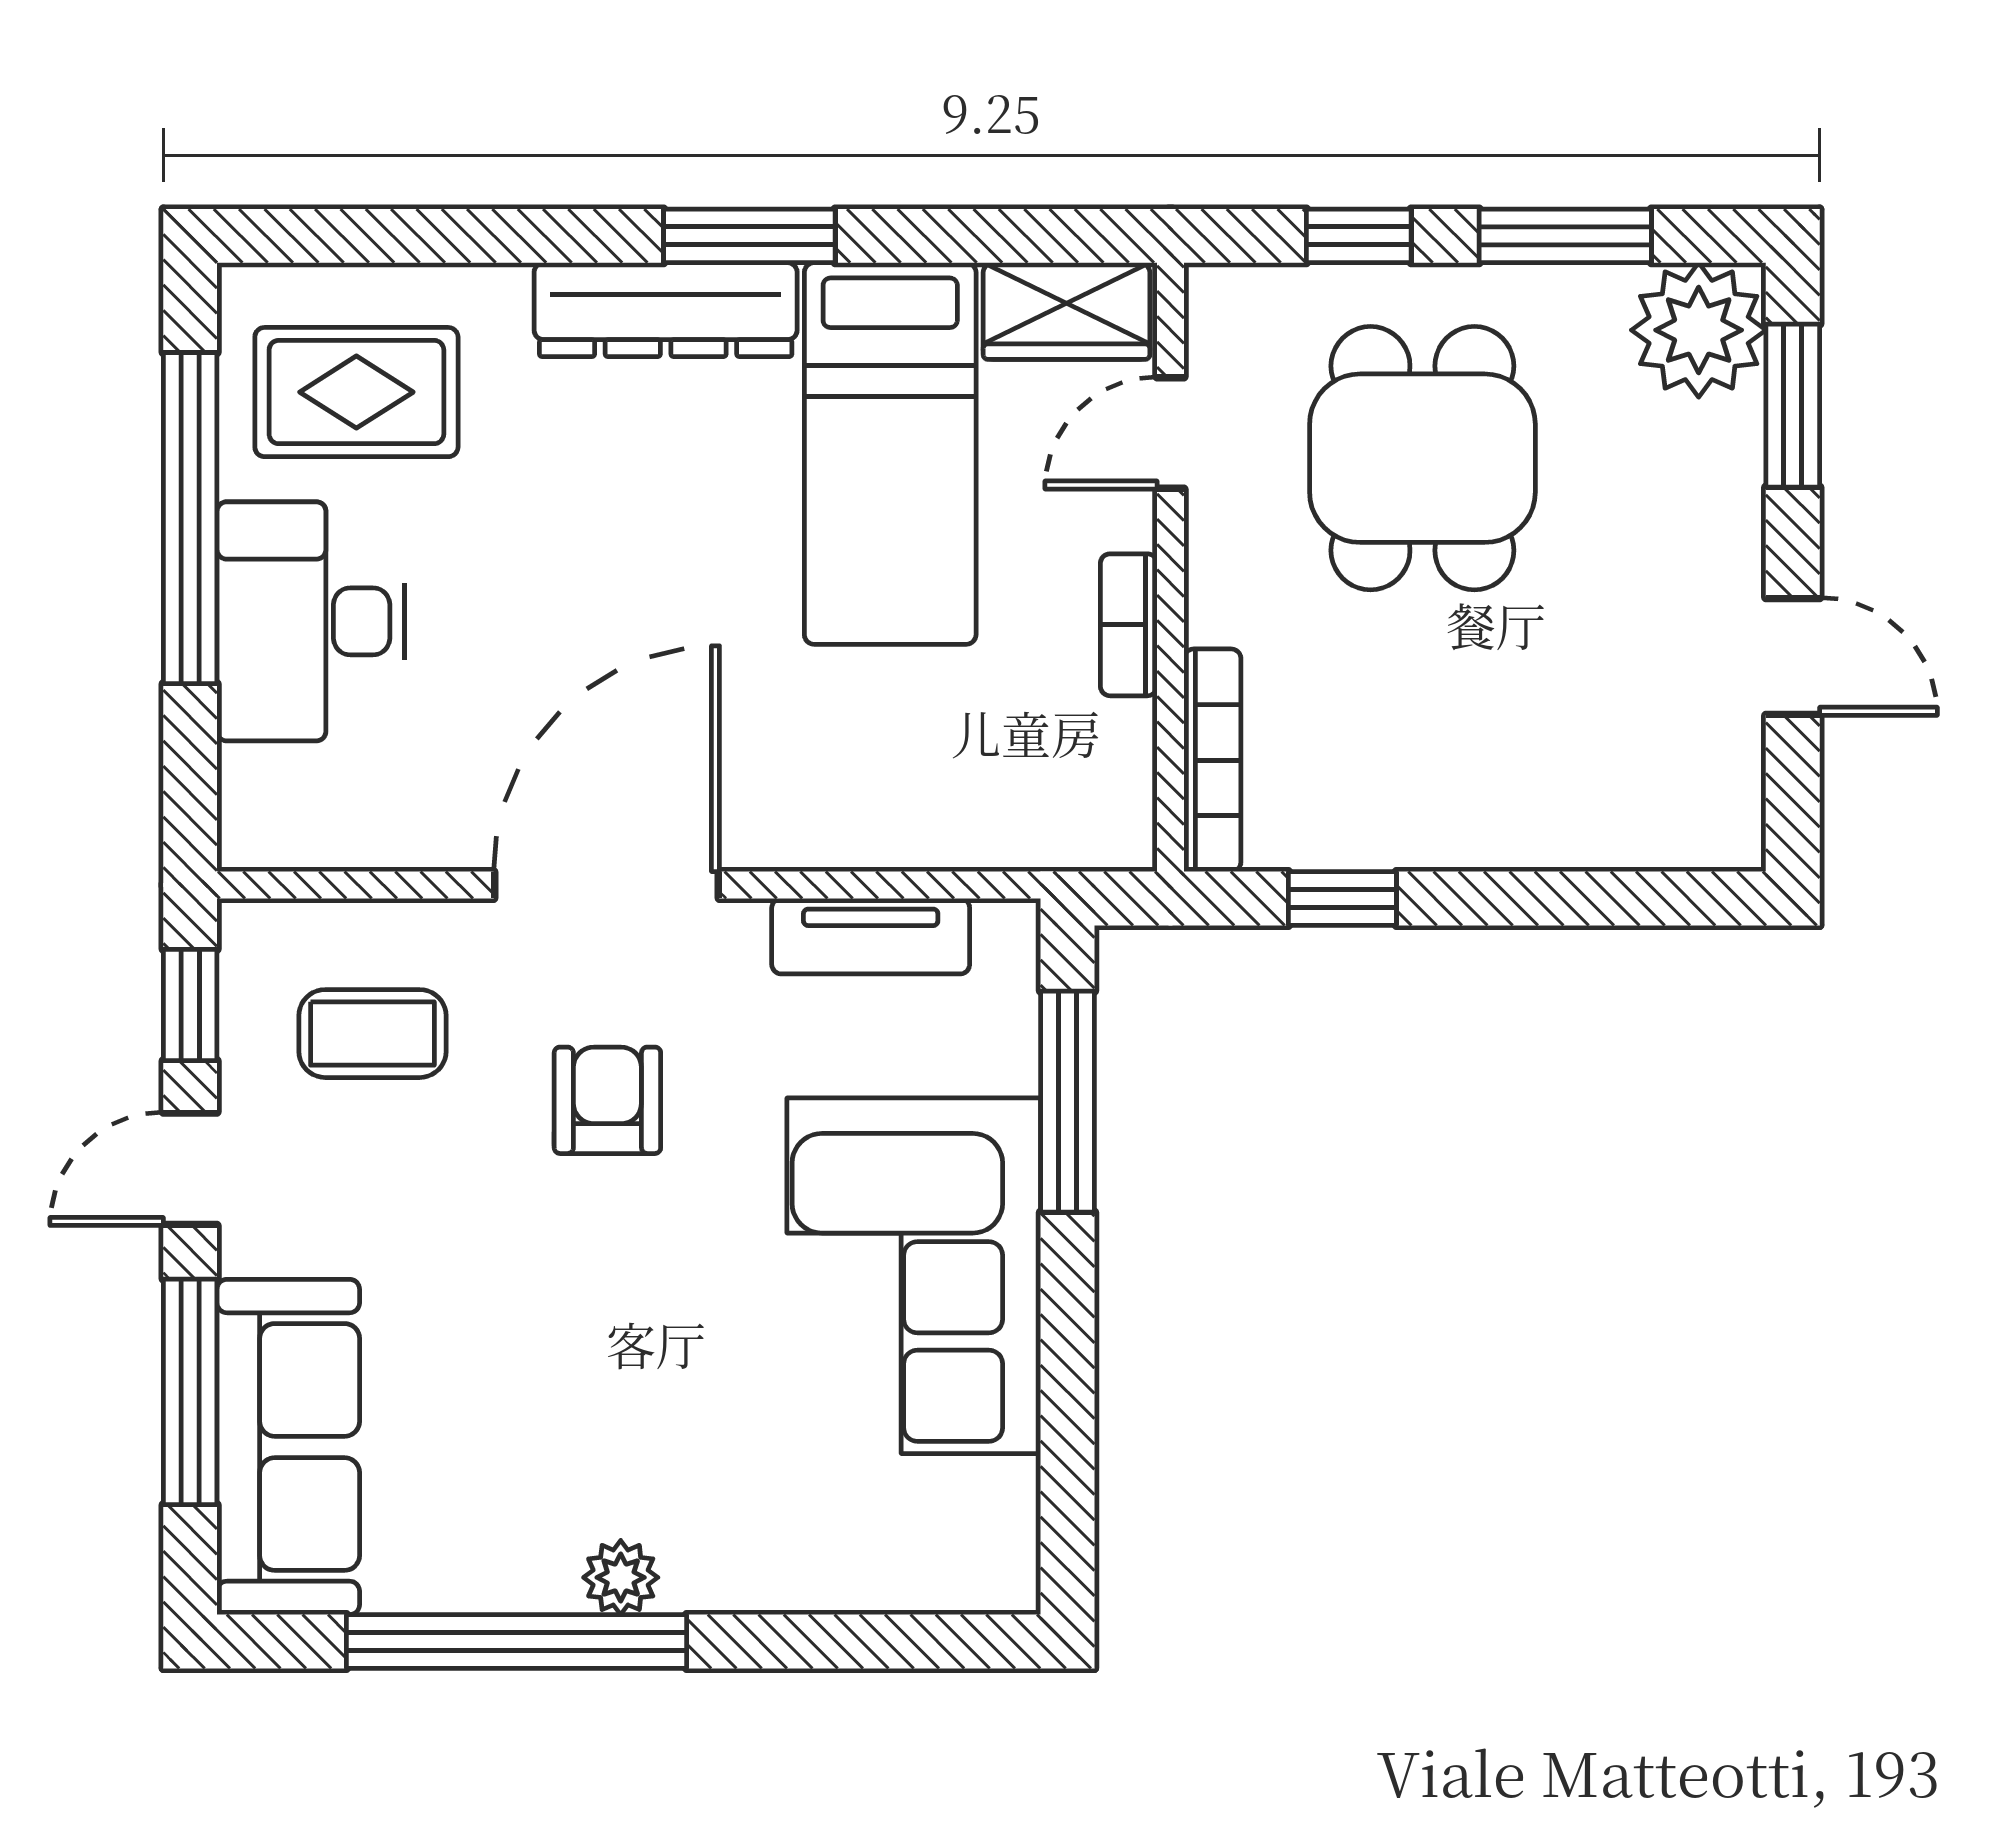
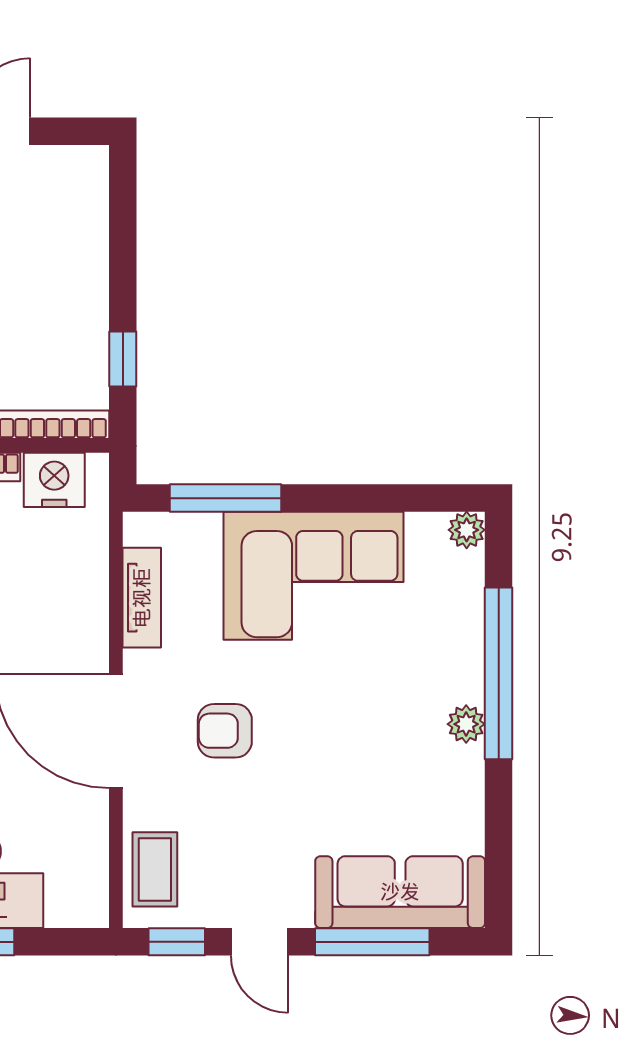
nightstand: (1103, 763) -> (54, 480), added
coffee table: (372, 1034) -> (155, 869), moved
plant: (1004, 1578) -> (467, 530), added
window: (517, 1642) -> (499, 673), moved

